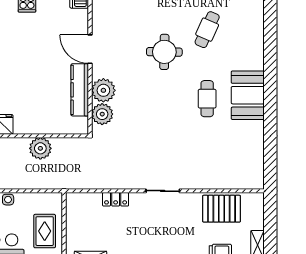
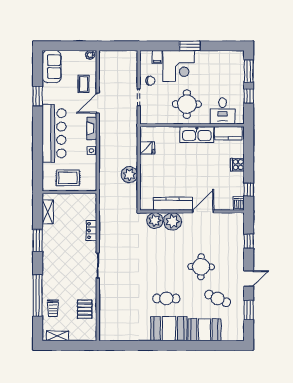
booth: (249, 47) -> (204, 330), added
pallet: (222, 209) -> (85, 309), width x0.67, depth x0.71

